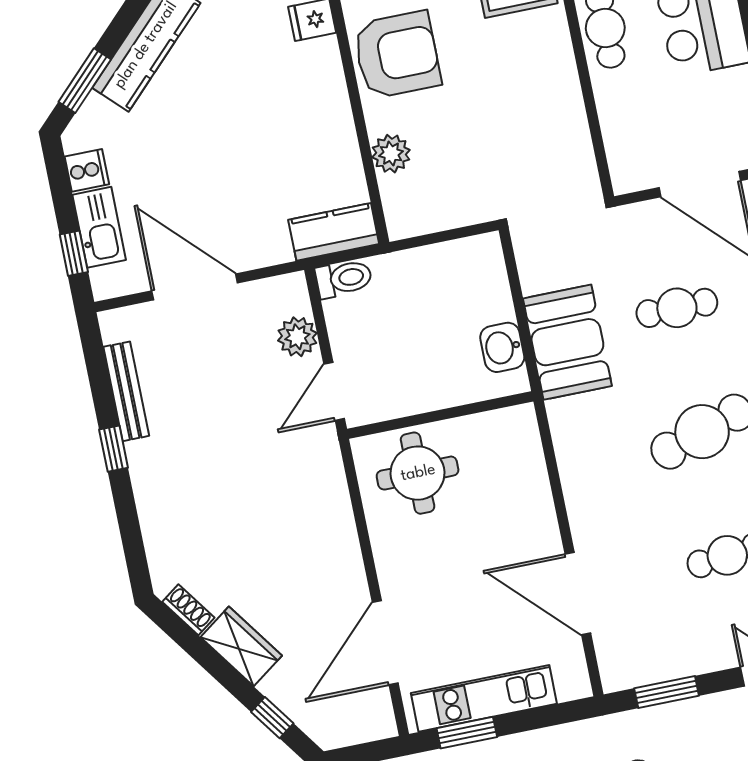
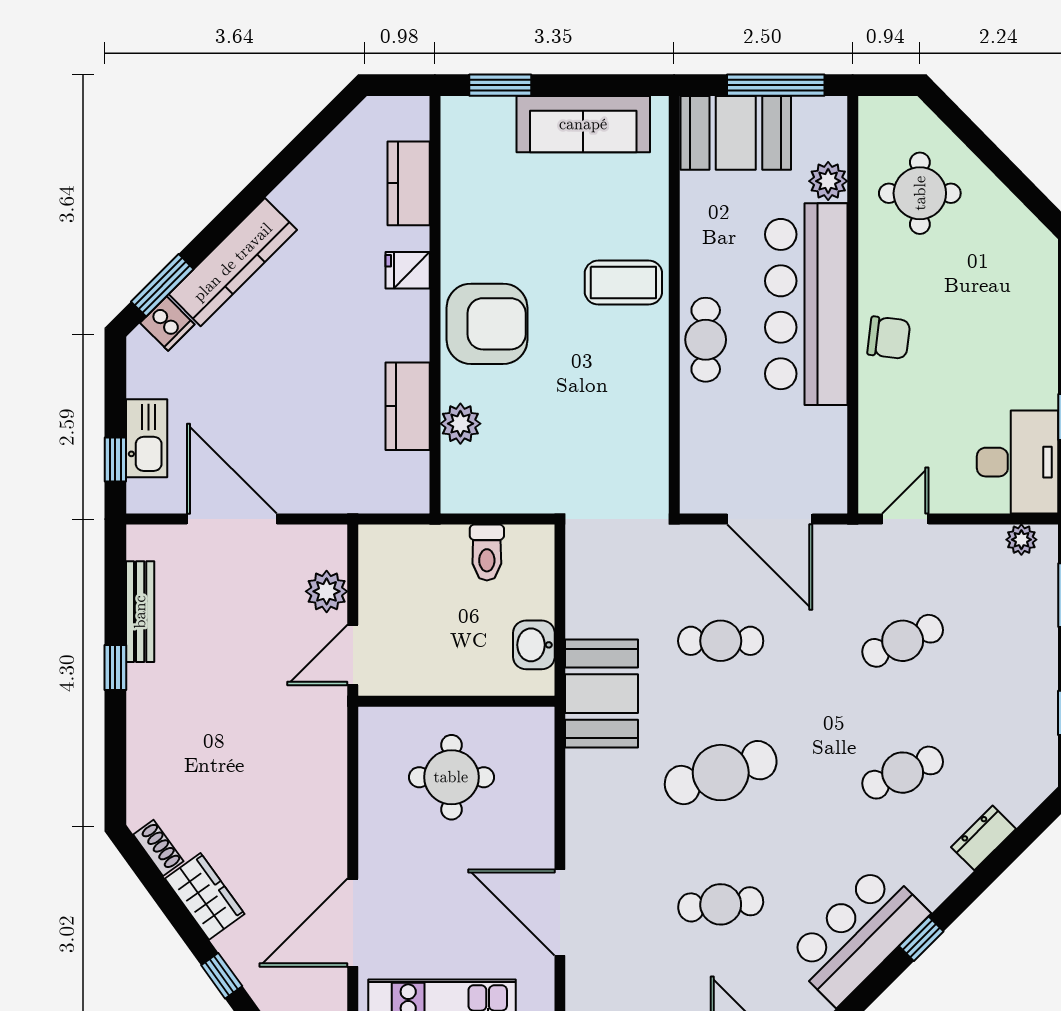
cooker: (87, 170) -> (167, 324), moved, turned 45
kitchen counter: (334, 232) -> (408, 406), moved, turned -90
toilet: (344, 278) -> (487, 552), moved, turned 90
booth: (567, 342) -> (602, 694), moved
round table: (418, 473) -> (451, 777), moved

